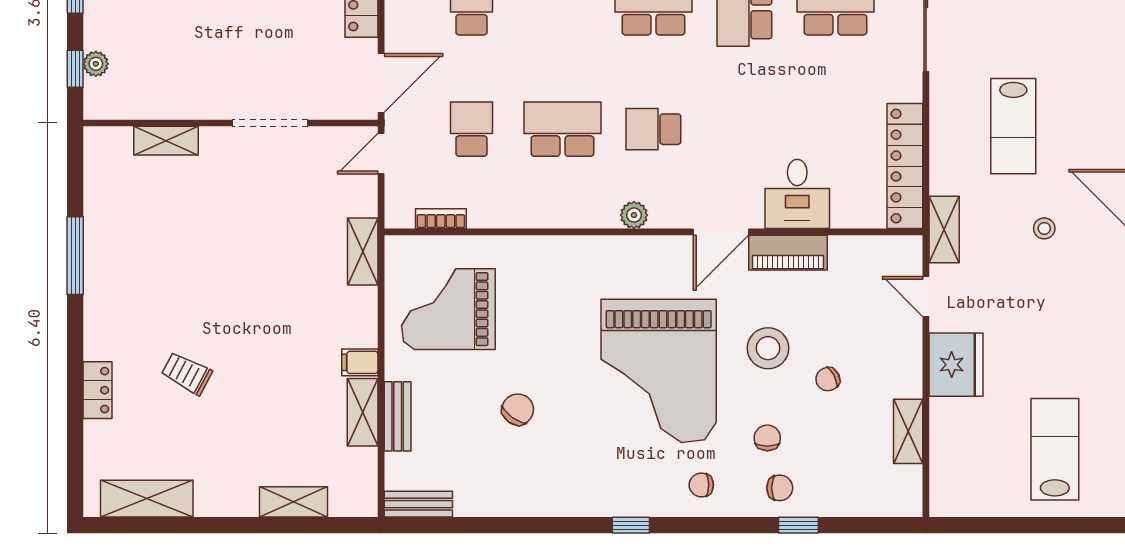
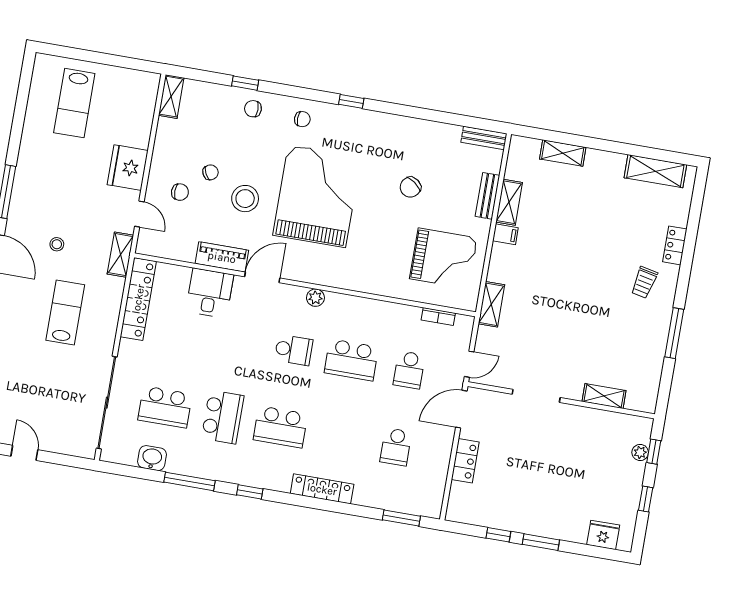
trolley: (187, 373) -> (644, 283), moved, turned 74
shelving: (908, 431) -> (171, 97), moved
chair: (767, 438) -> (180, 192), moved, turned -90

